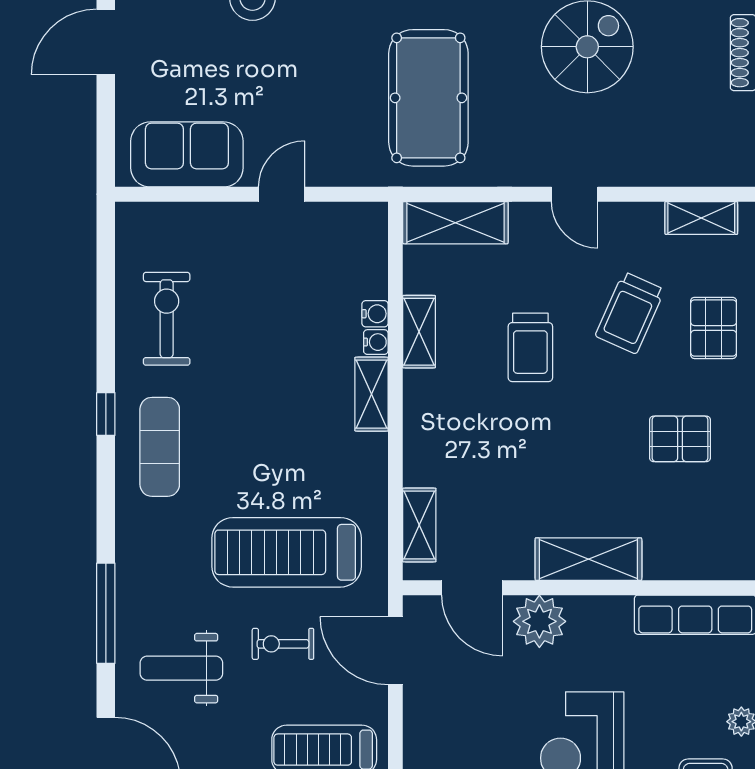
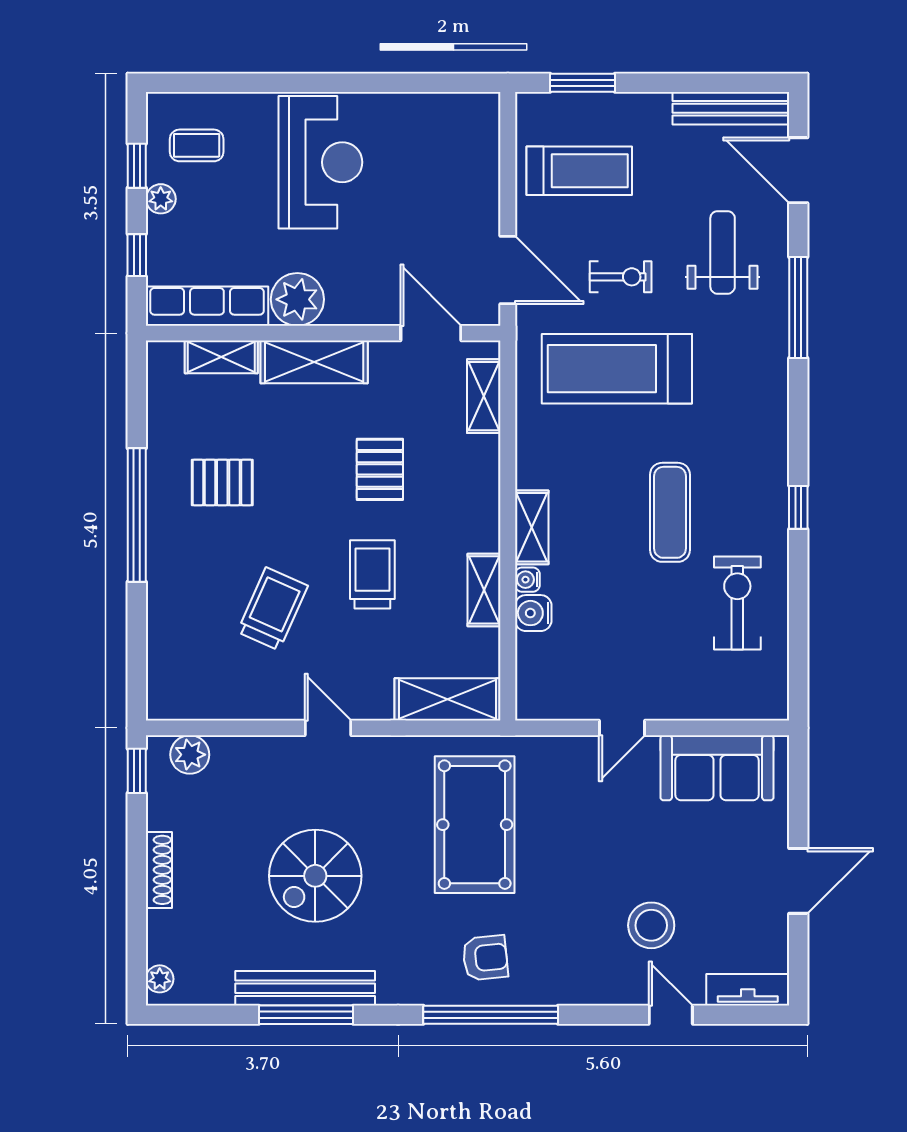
plant: (712, 168) -> (190, 755), added
shelving: (701, 218) -> (221, 357), moved
water cooler: (375, 314) -> (533, 613), width x1.38, depth x1.38
exercise bike: (167, 319) -> (737, 603), turned 180
pallet: (714, 328) -> (380, 469), moved
exercise mat: (160, 447) -> (670, 512), moved
treadmill: (287, 552) -> (617, 369), turned 180
plant: (539, 621) -> (297, 299), moved
weight bench: (181, 668) -> (723, 252), turned -90

